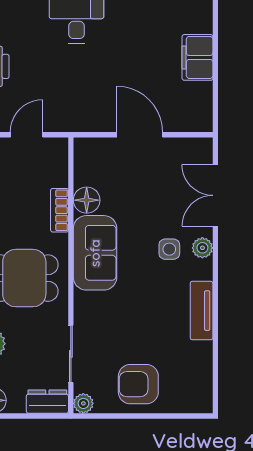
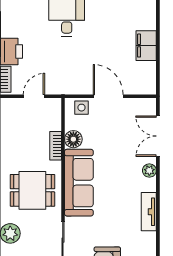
side table: (169, 249) -> (81, 108), moved
sofa: (95, 253) -> (79, 183), width x1.36

